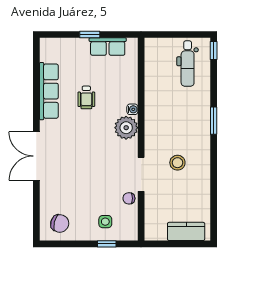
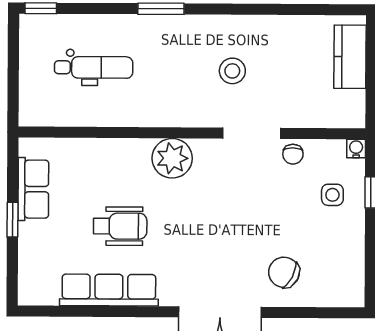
dental chair: (188, 64) -> (94, 67), moved
wheelchair: (86, 97) -> (120, 226), width x1.36, depth x1.37
water cooler: (132, 109) -> (356, 149), moved
chair: (60, 223) -> (284, 272), moved, turned -77

